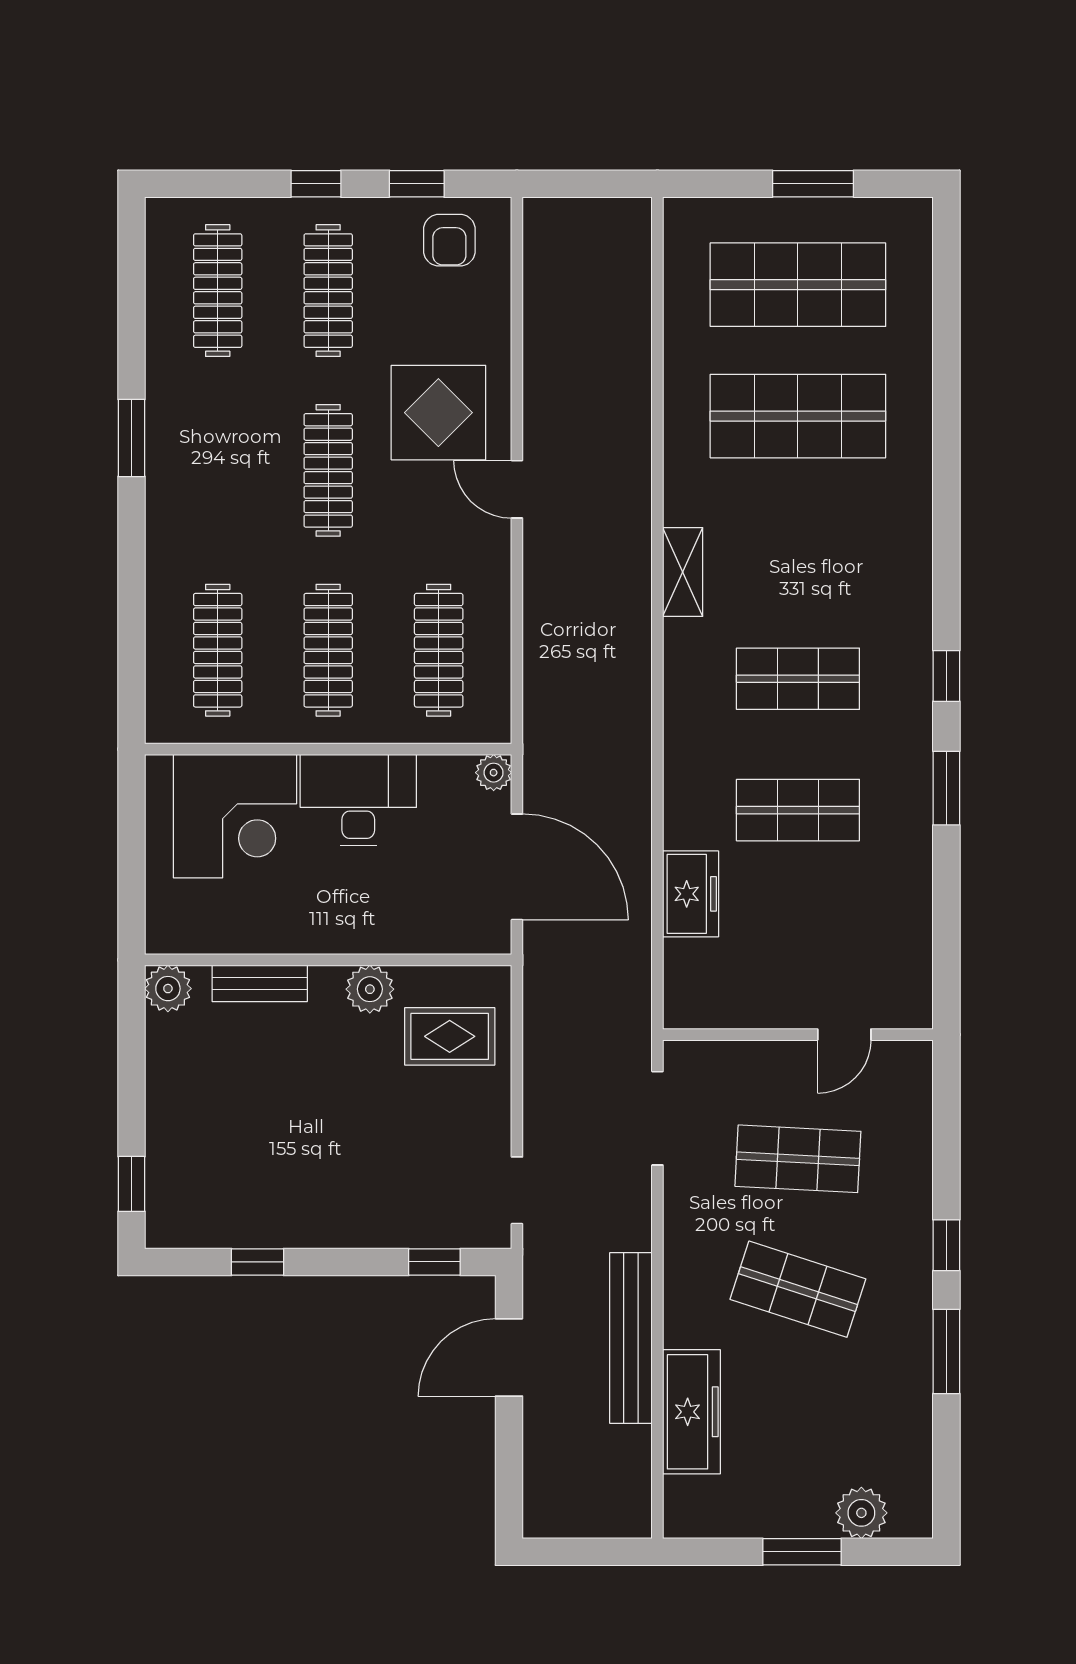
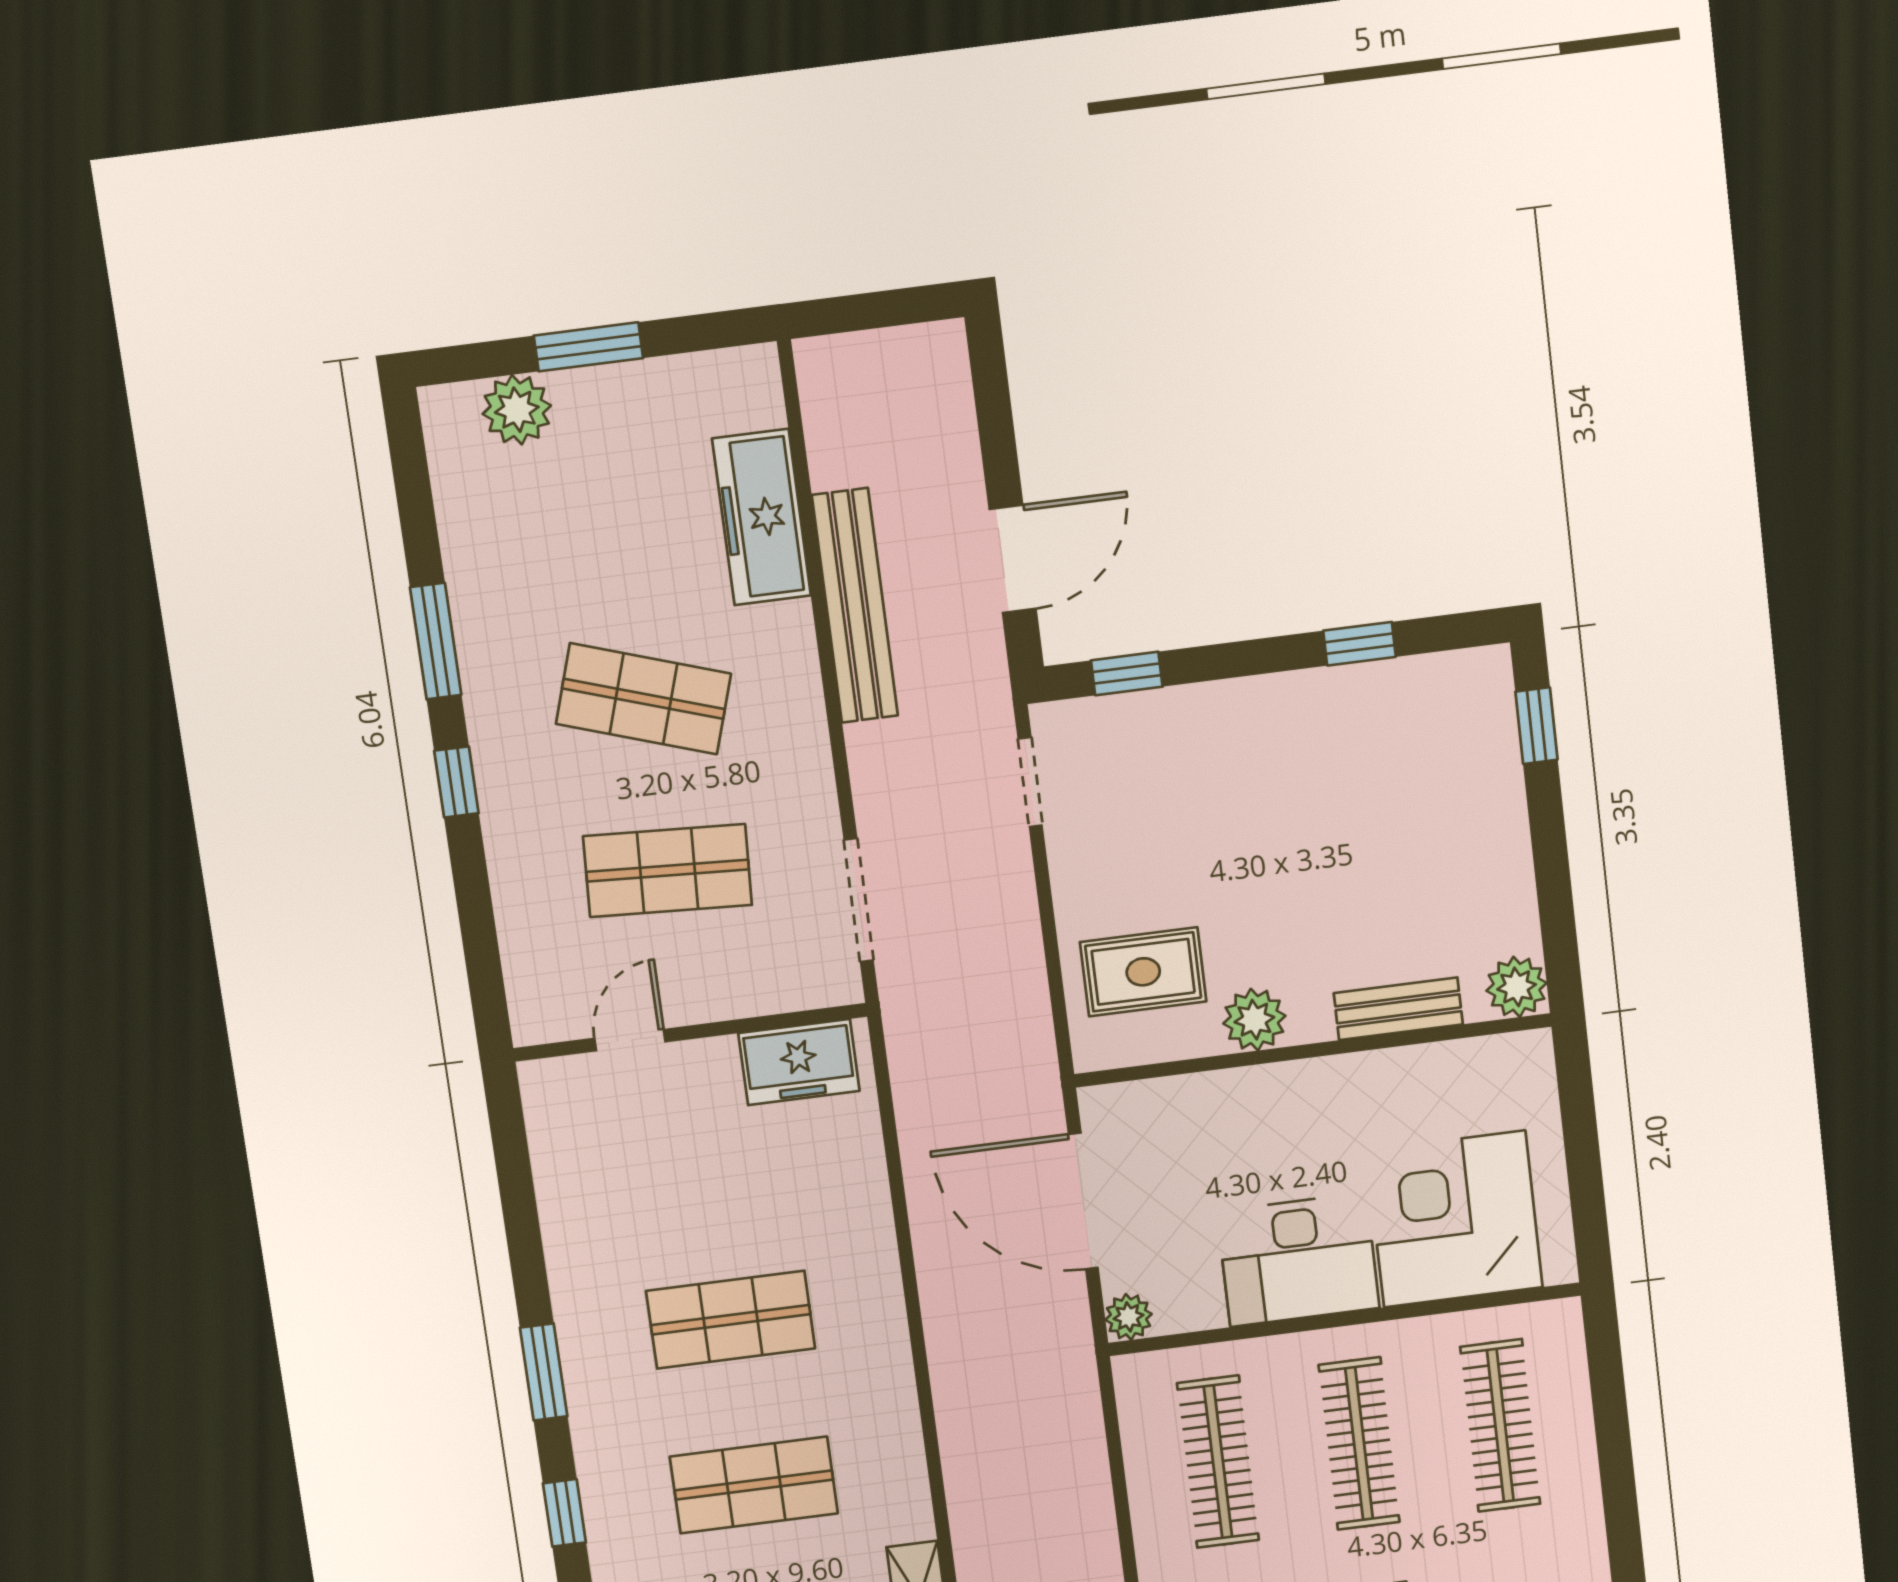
freezer: (691, 894) -> (799, 1062), moved, turned -90

